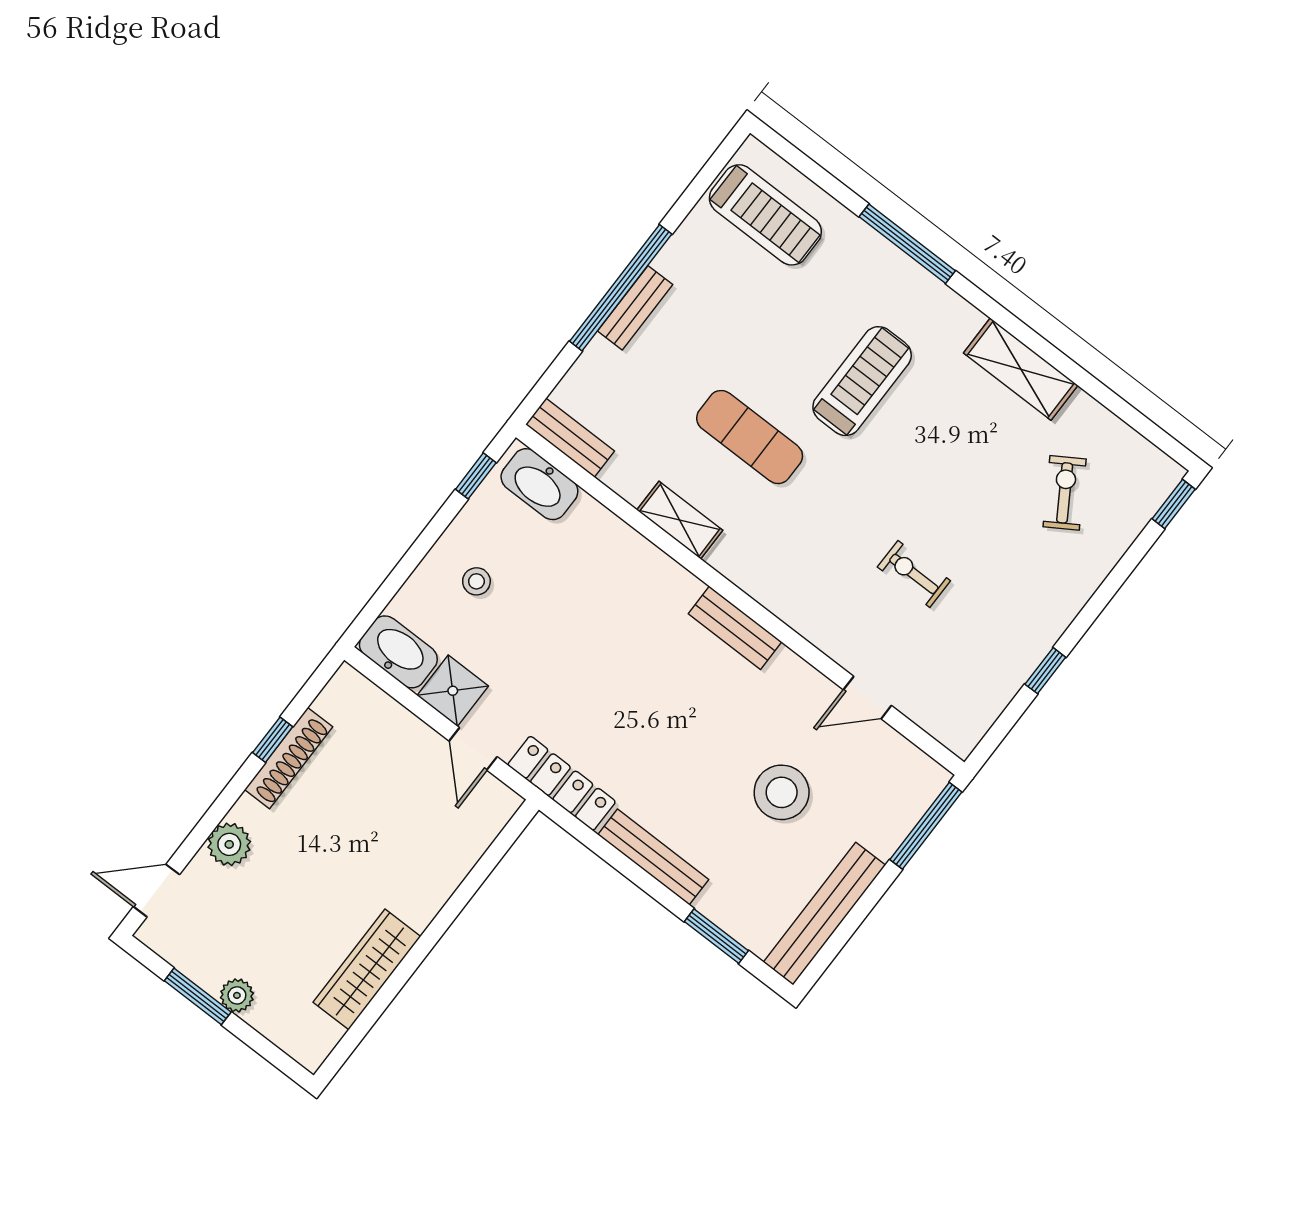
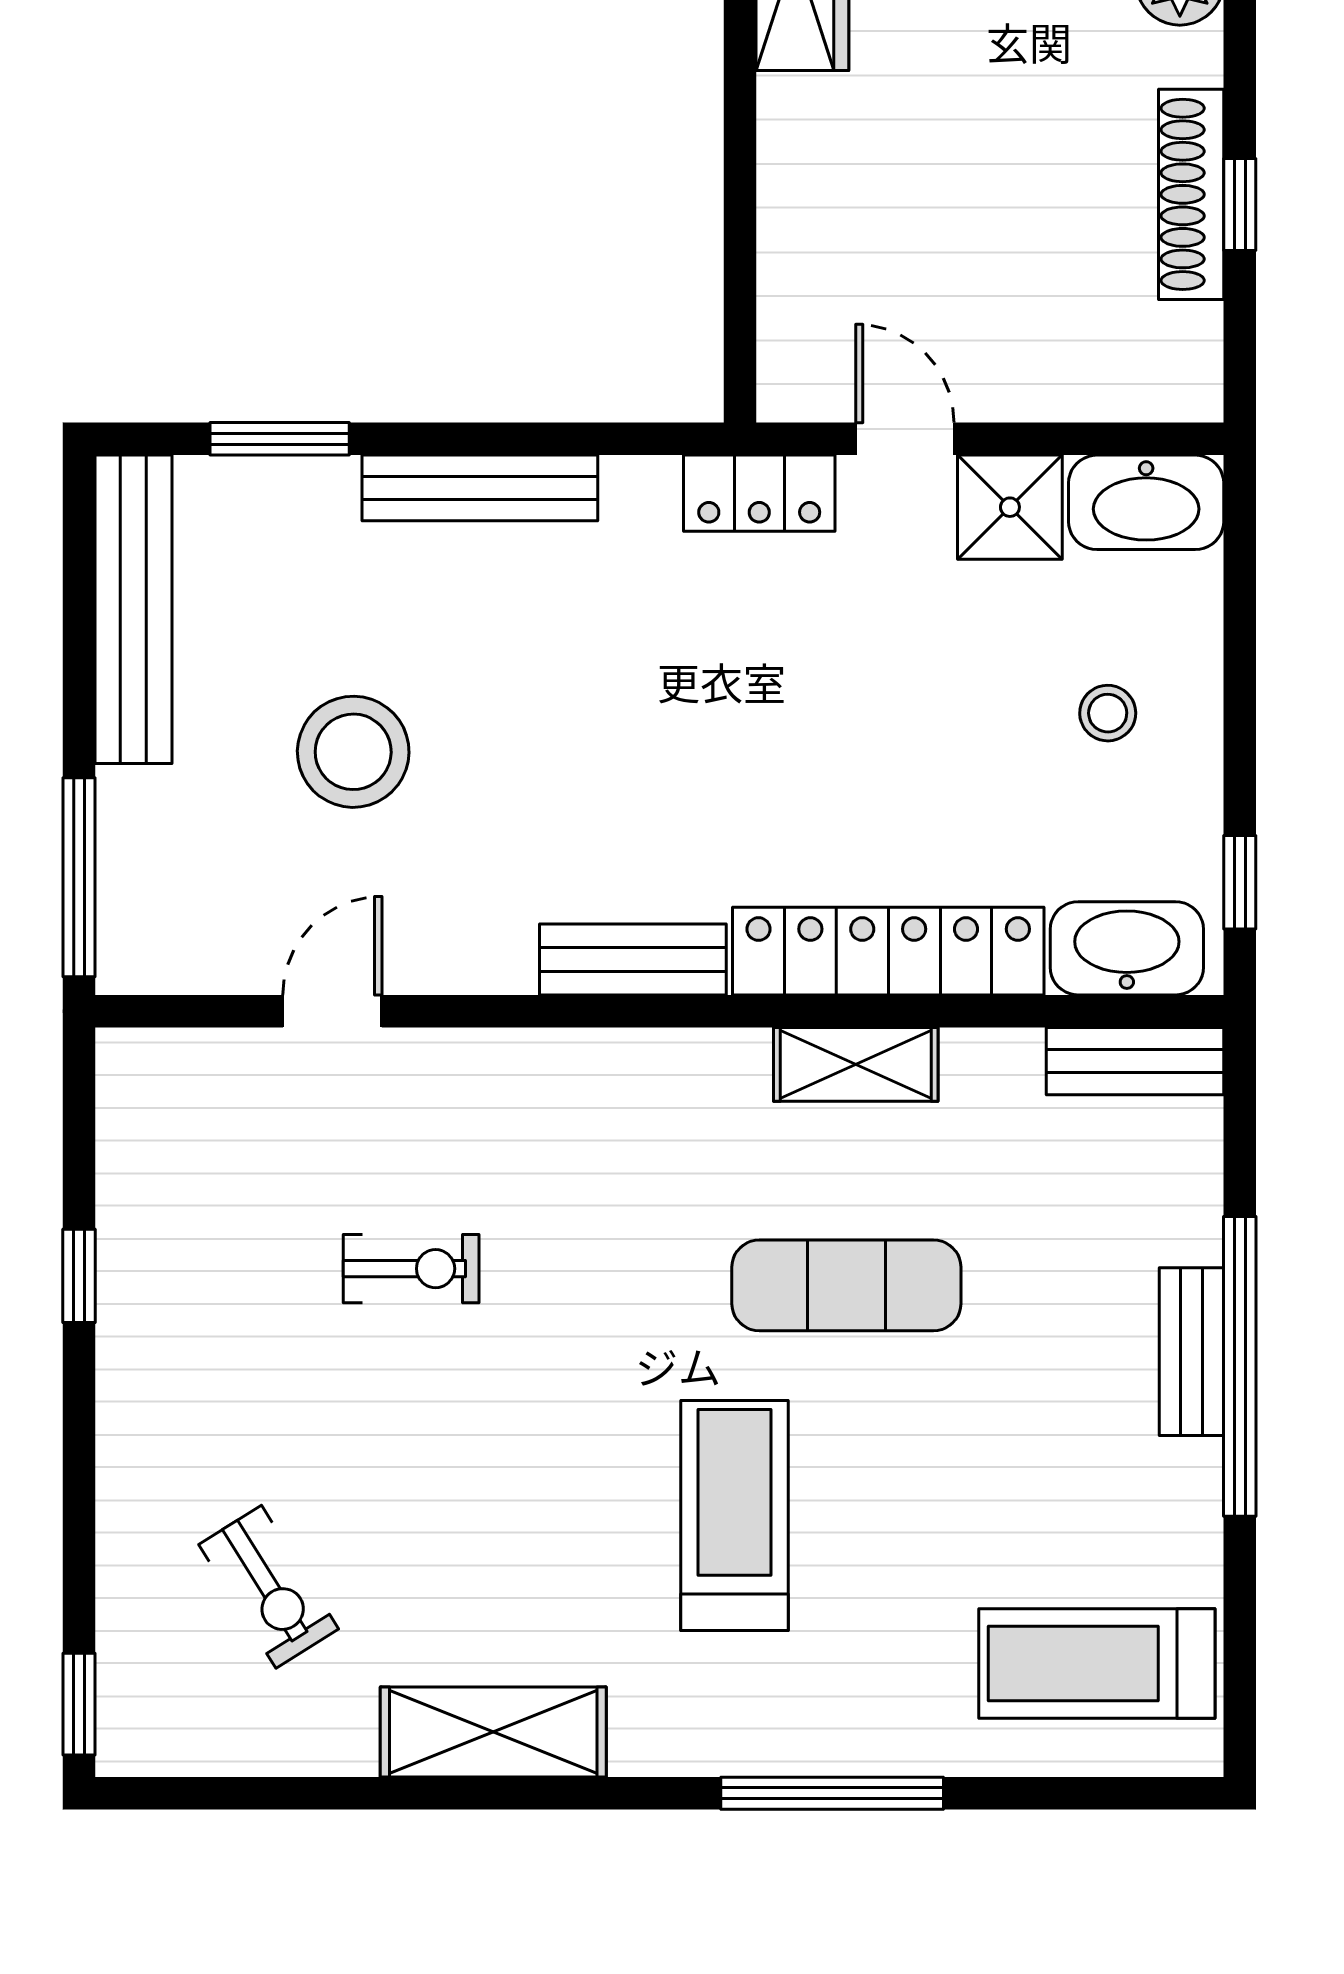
treadmill: (862, 381) -> (734, 1515), turned 180
locker: (633, 555) -> (888, 951), added
locker: (562, 783) -> (759, 493), width x0.66

